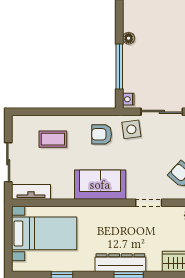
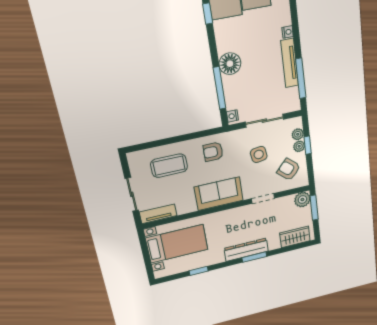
floor lamp: (129, 38) -> (230, 64), width x1.89, depth x1.89
side table: (131, 129) -> (259, 154), moved
coffee table: (53, 139) -> (169, 166), width x1.36, depth x1.30

